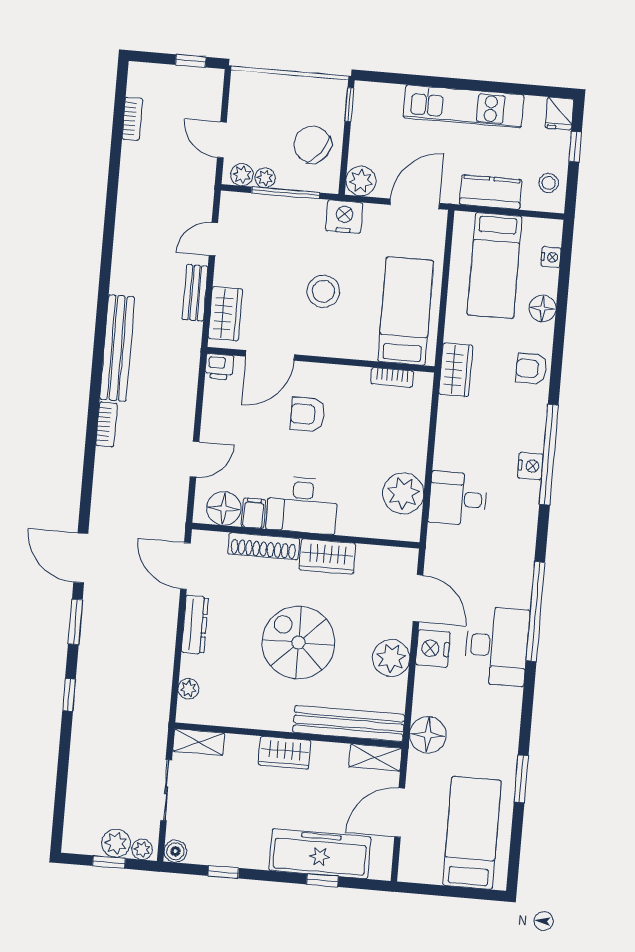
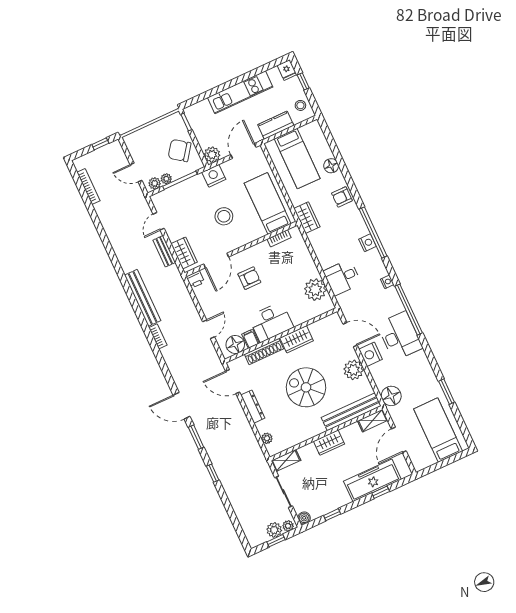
bookcase: (132, 119) -> (88, 187), width x1.56
nightstand: (551, 257) -> (387, 282), moved
armchair: (307, 414) -> (249, 278), turned 180

